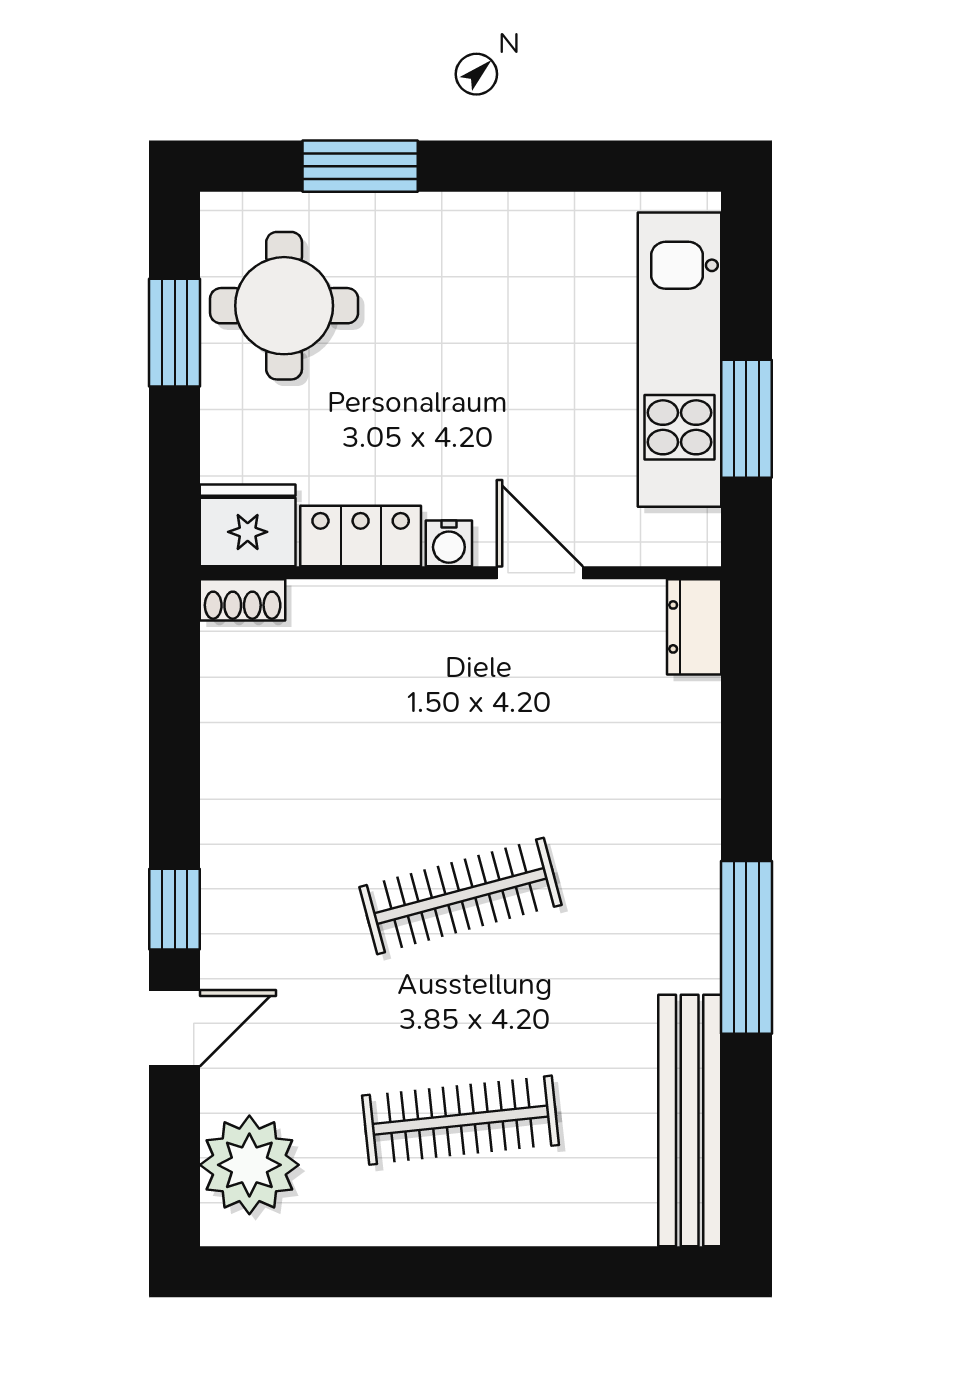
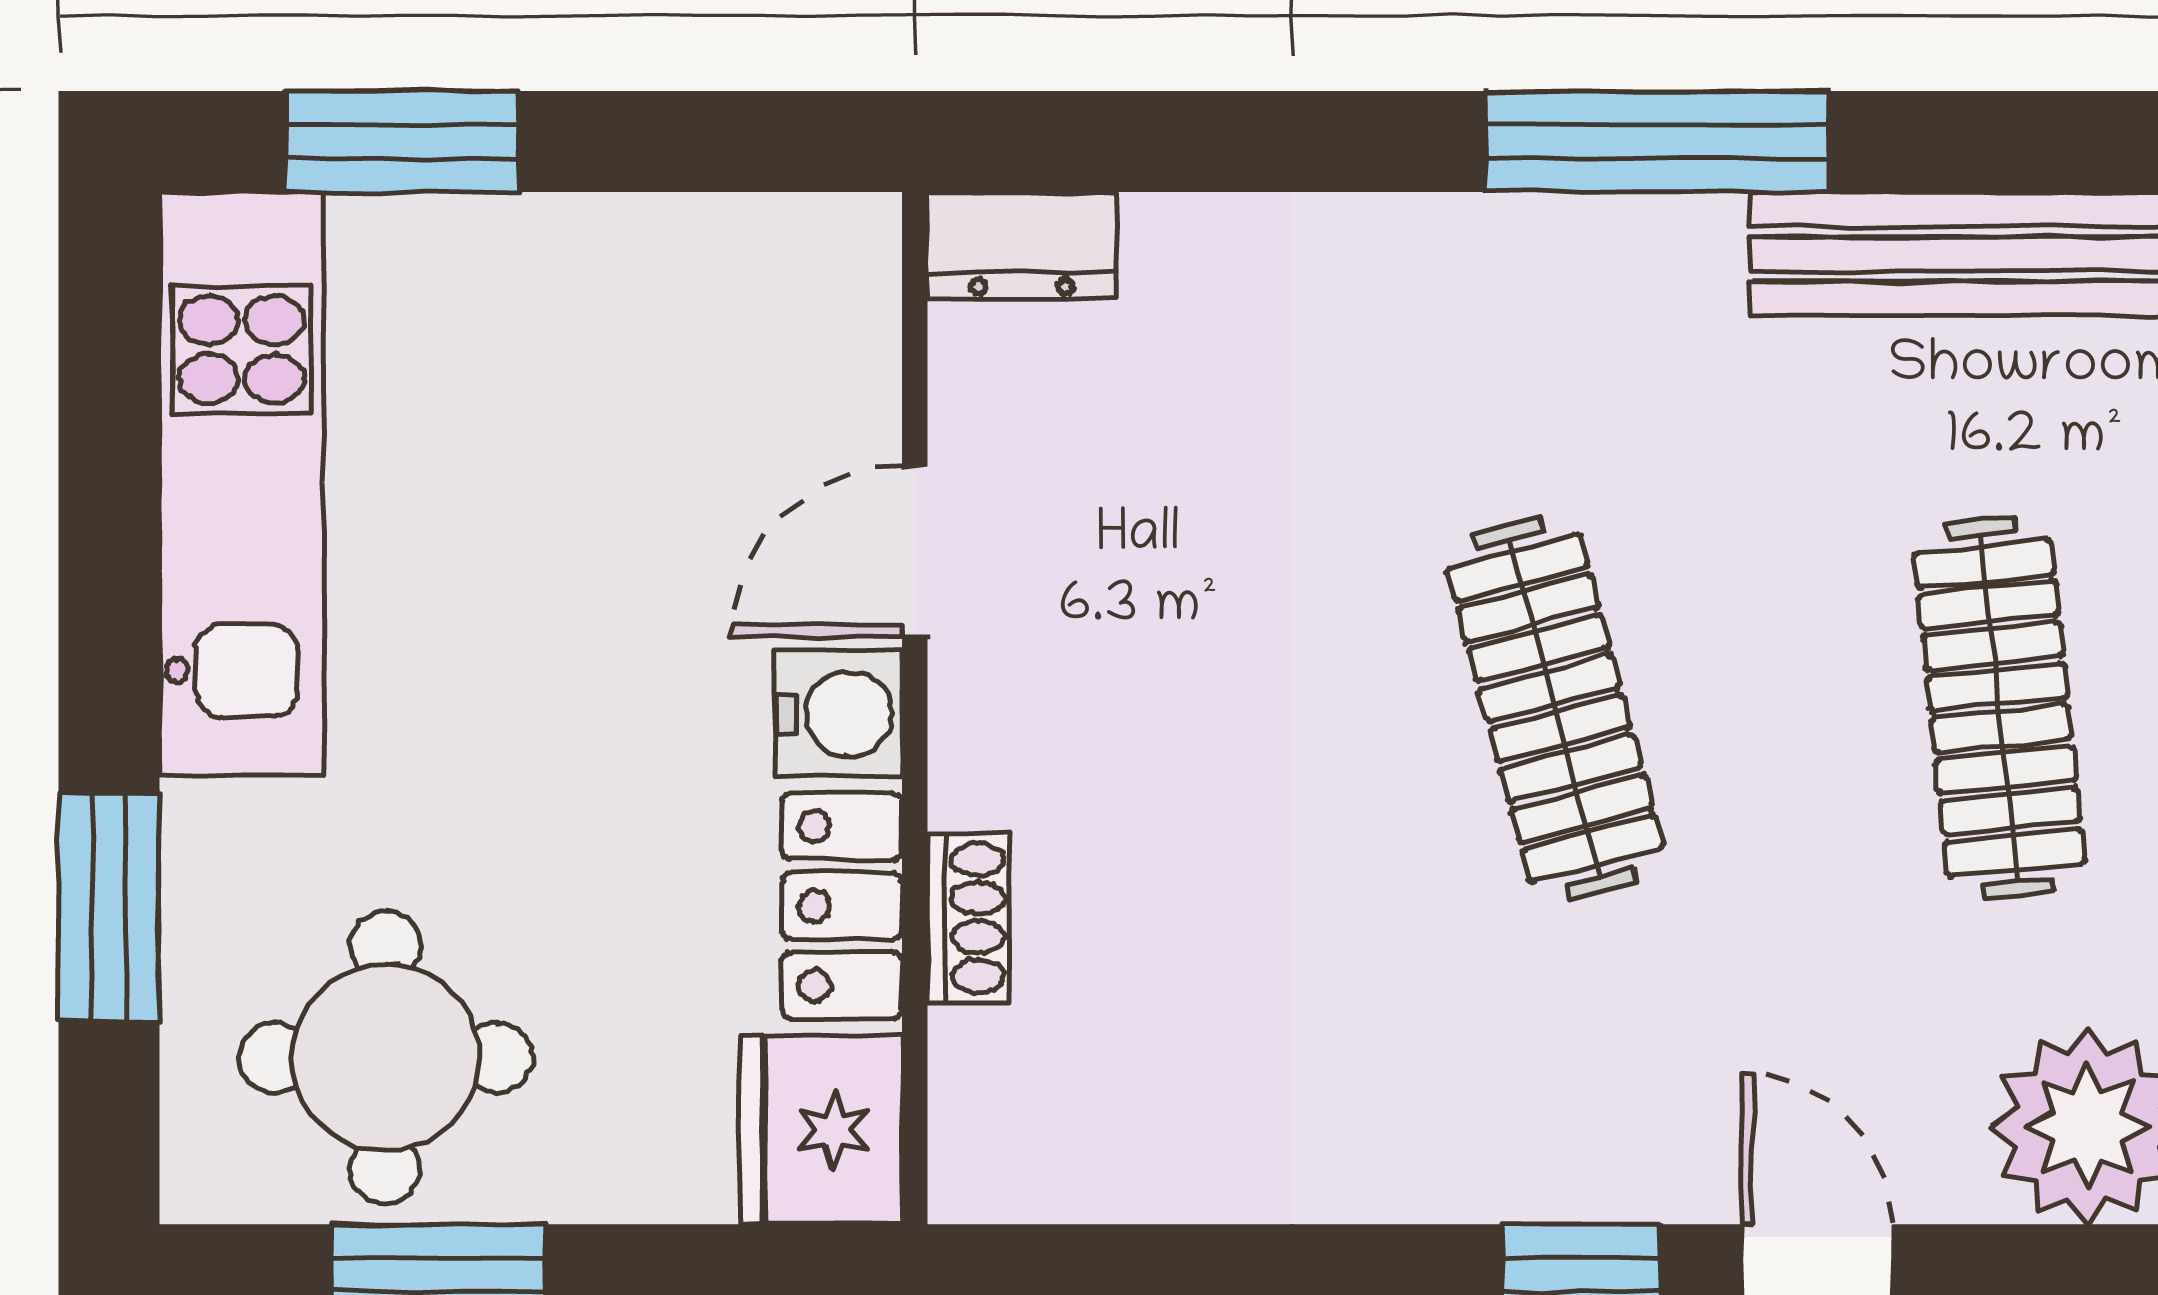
kitchen unit: (679, 360) -> (242, 484), moved, turned -90
window: (746, 419) -> (402, 142), moved
water cooler: (449, 543) -> (839, 714), width x1.38, depth x1.38
shoe rack: (243, 600) -> (968, 918), moved

